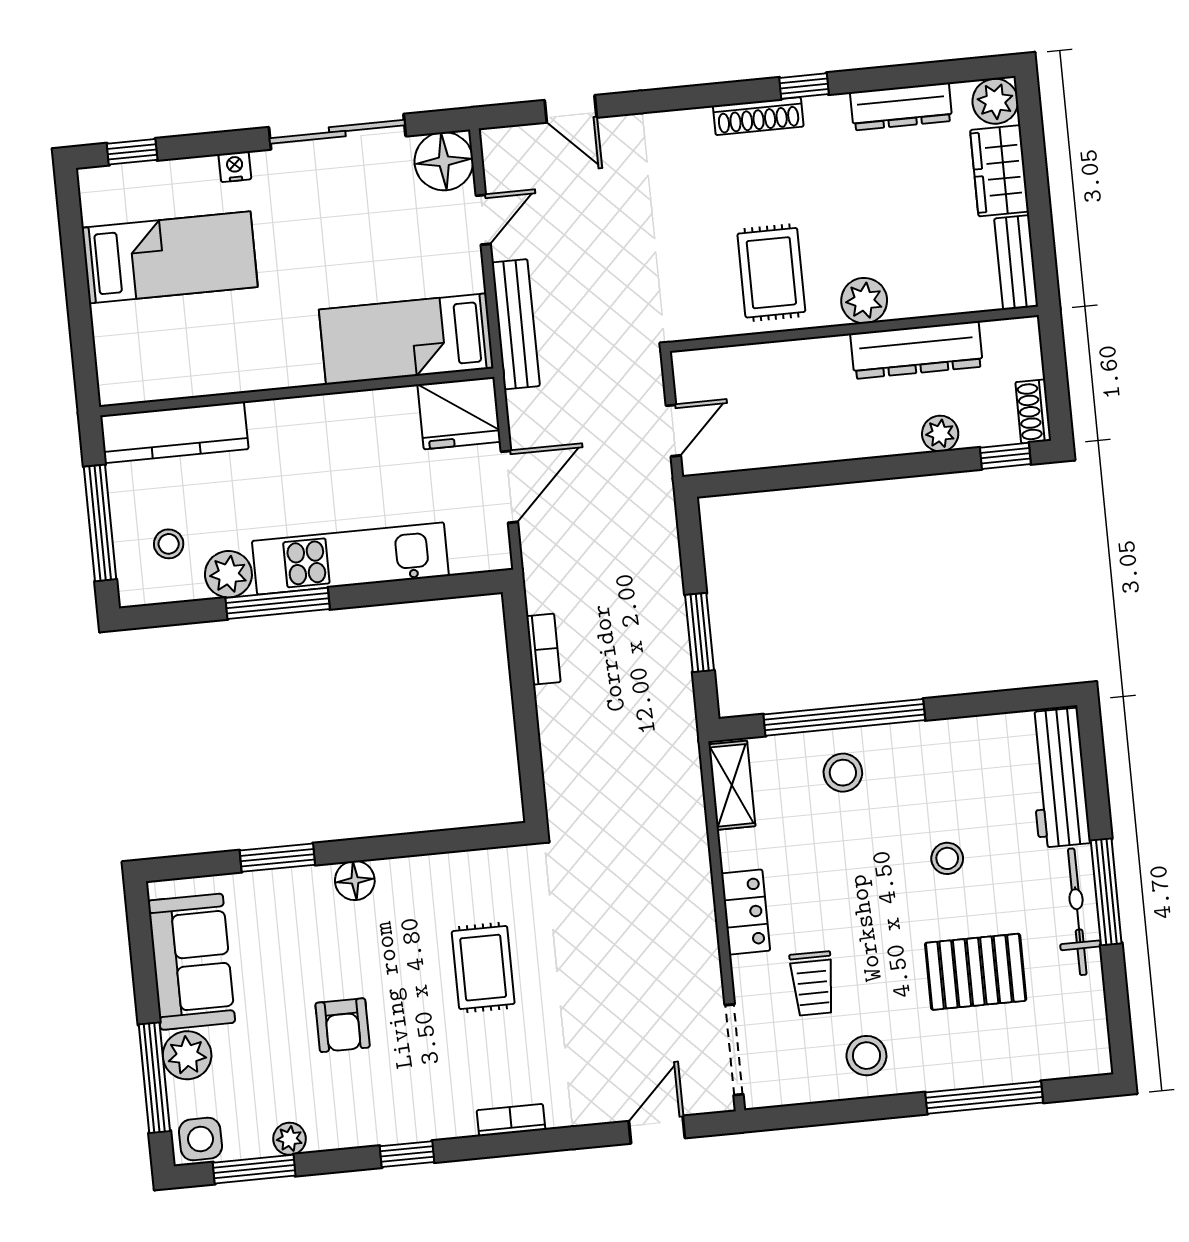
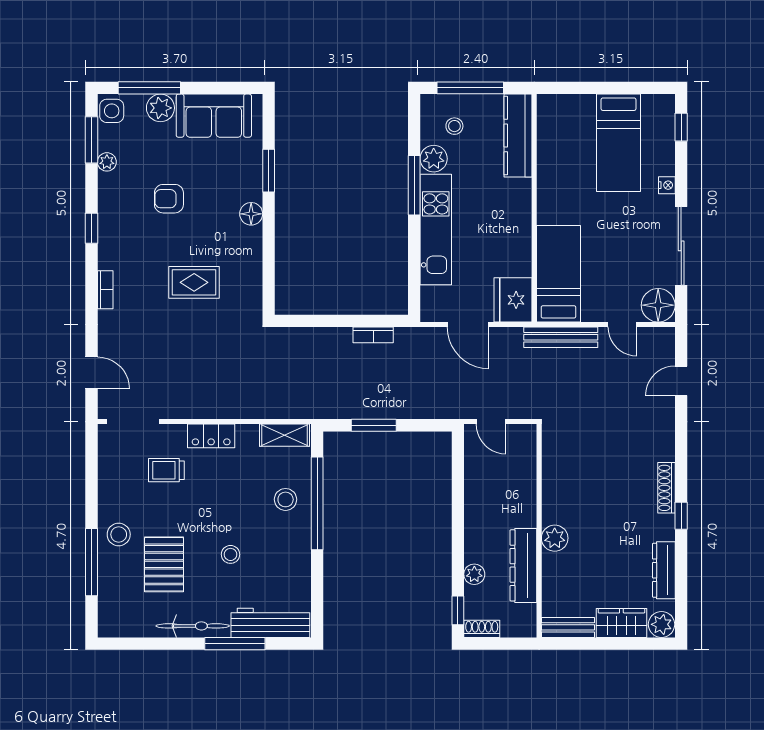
rug: (771, 273) -> (576, 487), removed
window: (1106, 892) -> (235, 644), moved
stool: (866, 1056) -> (119, 534), moved

